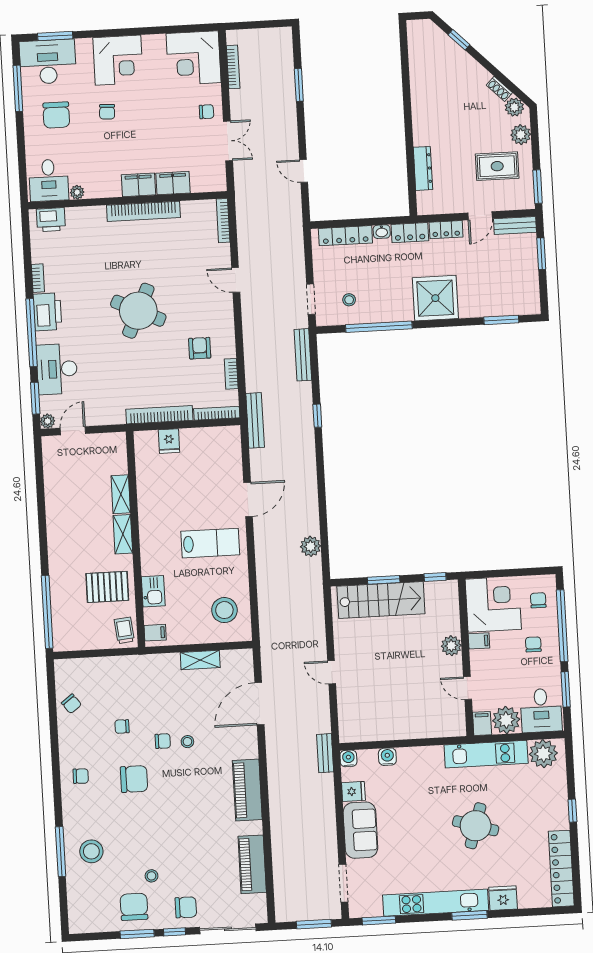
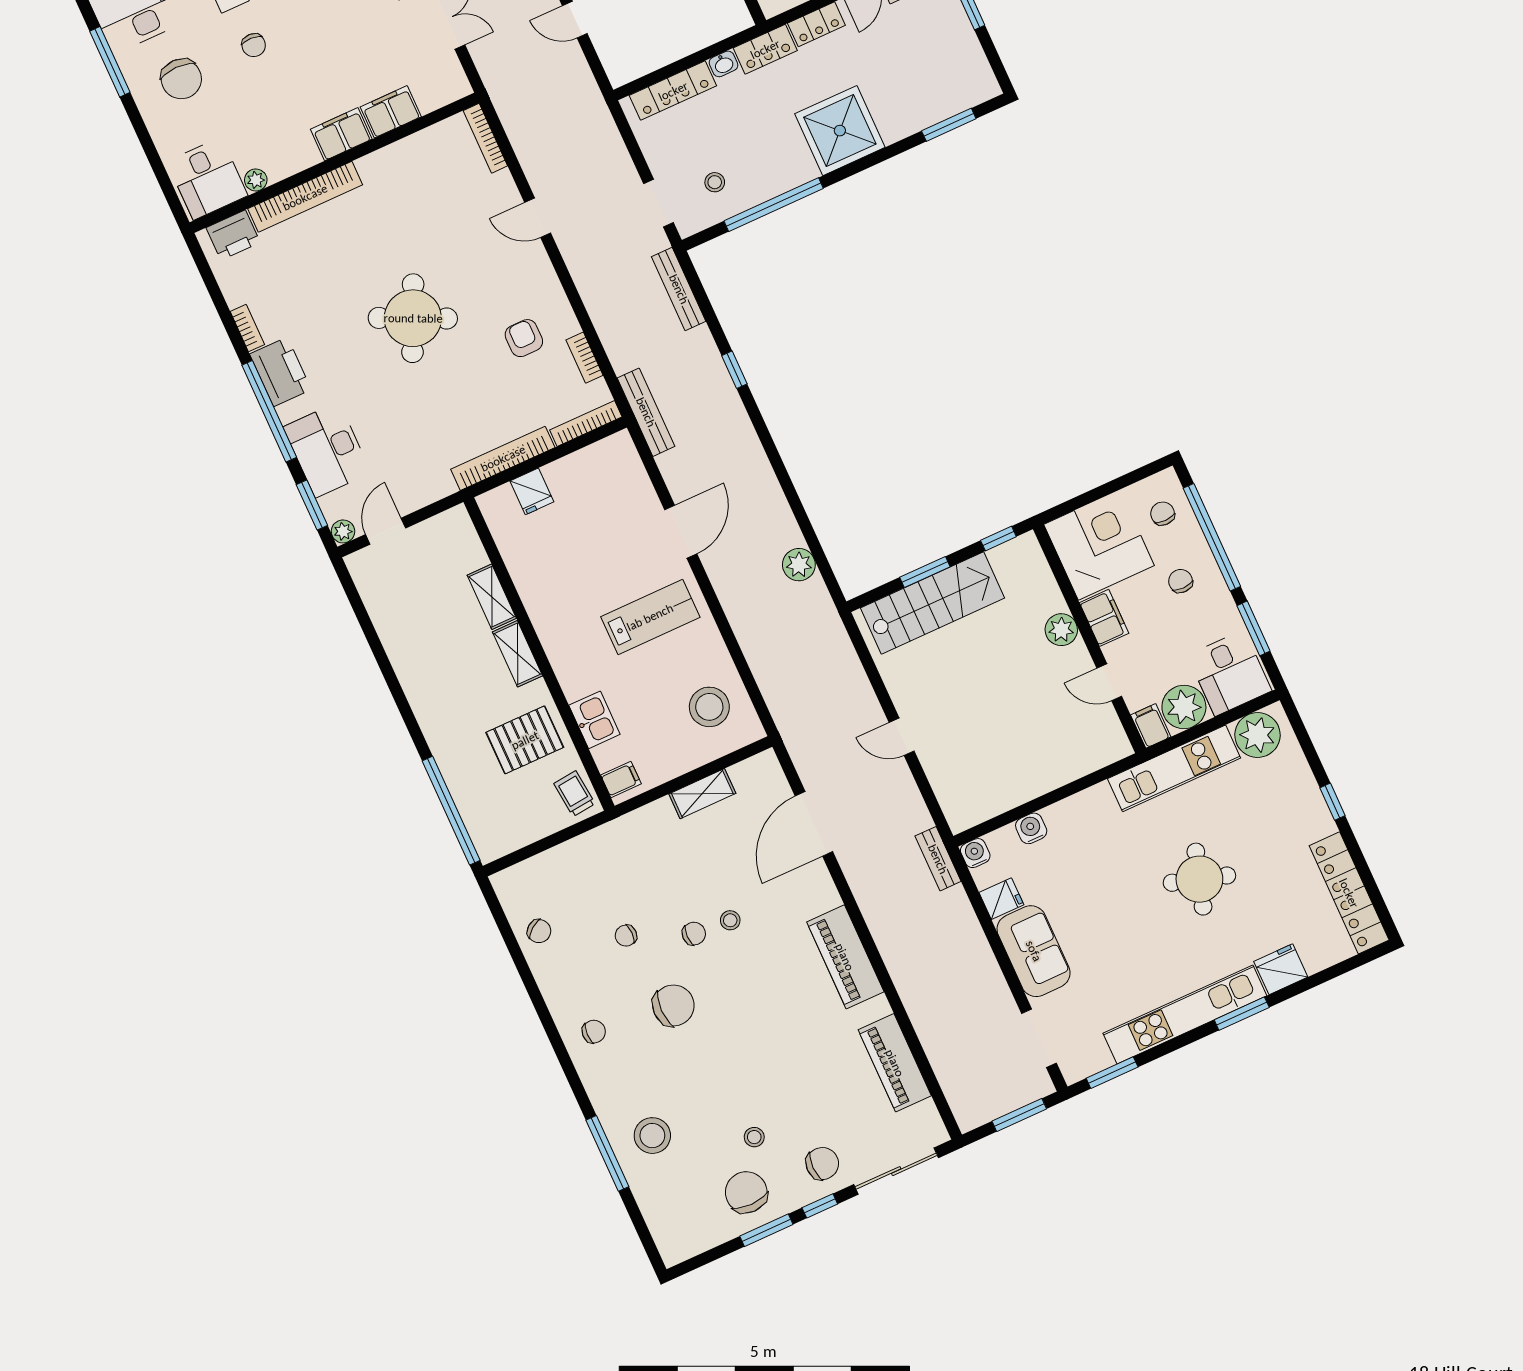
bookcase: (143, 211) -> (305, 197), moved
filing cabinet: (479, 641) -> (1104, 618), width x2.00

